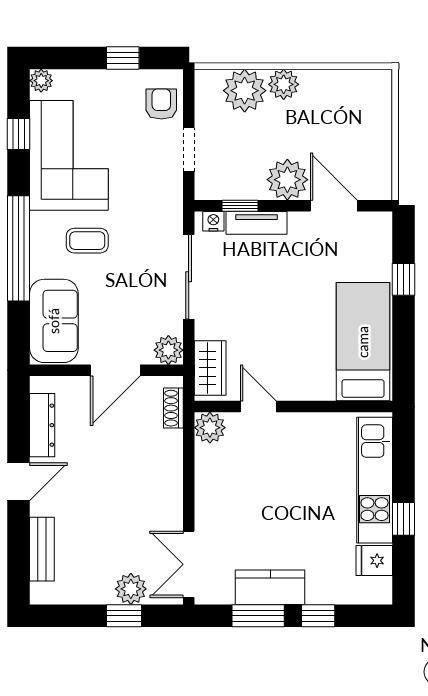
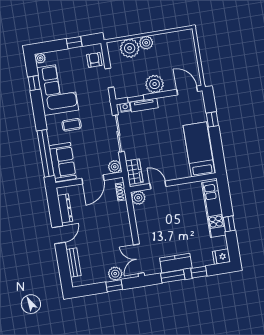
door: (334, 206) -> (187, 90), moved
window: (19, 248) -> (45, 153), moved
fridge: (374, 561) -> (221, 257), moved

